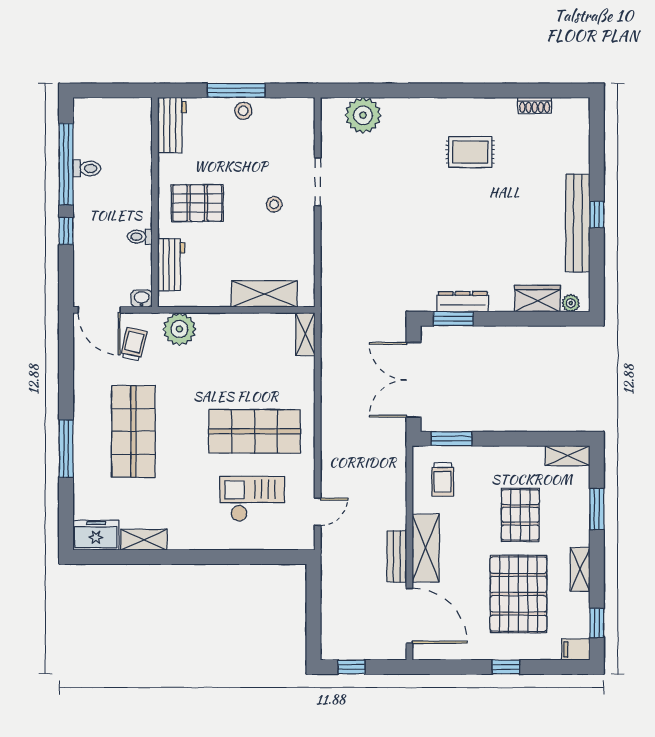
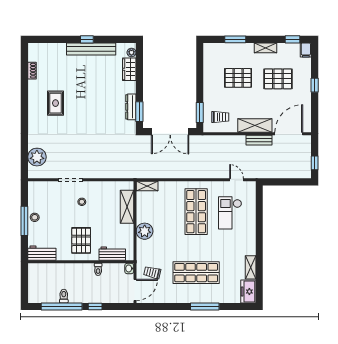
plant: (179, 329) -> (145, 231), moved
shelving: (568, 456) -> (208, 54), removed
pallet: (518, 594) -> (278, 79), width x0.73, depth x0.71

